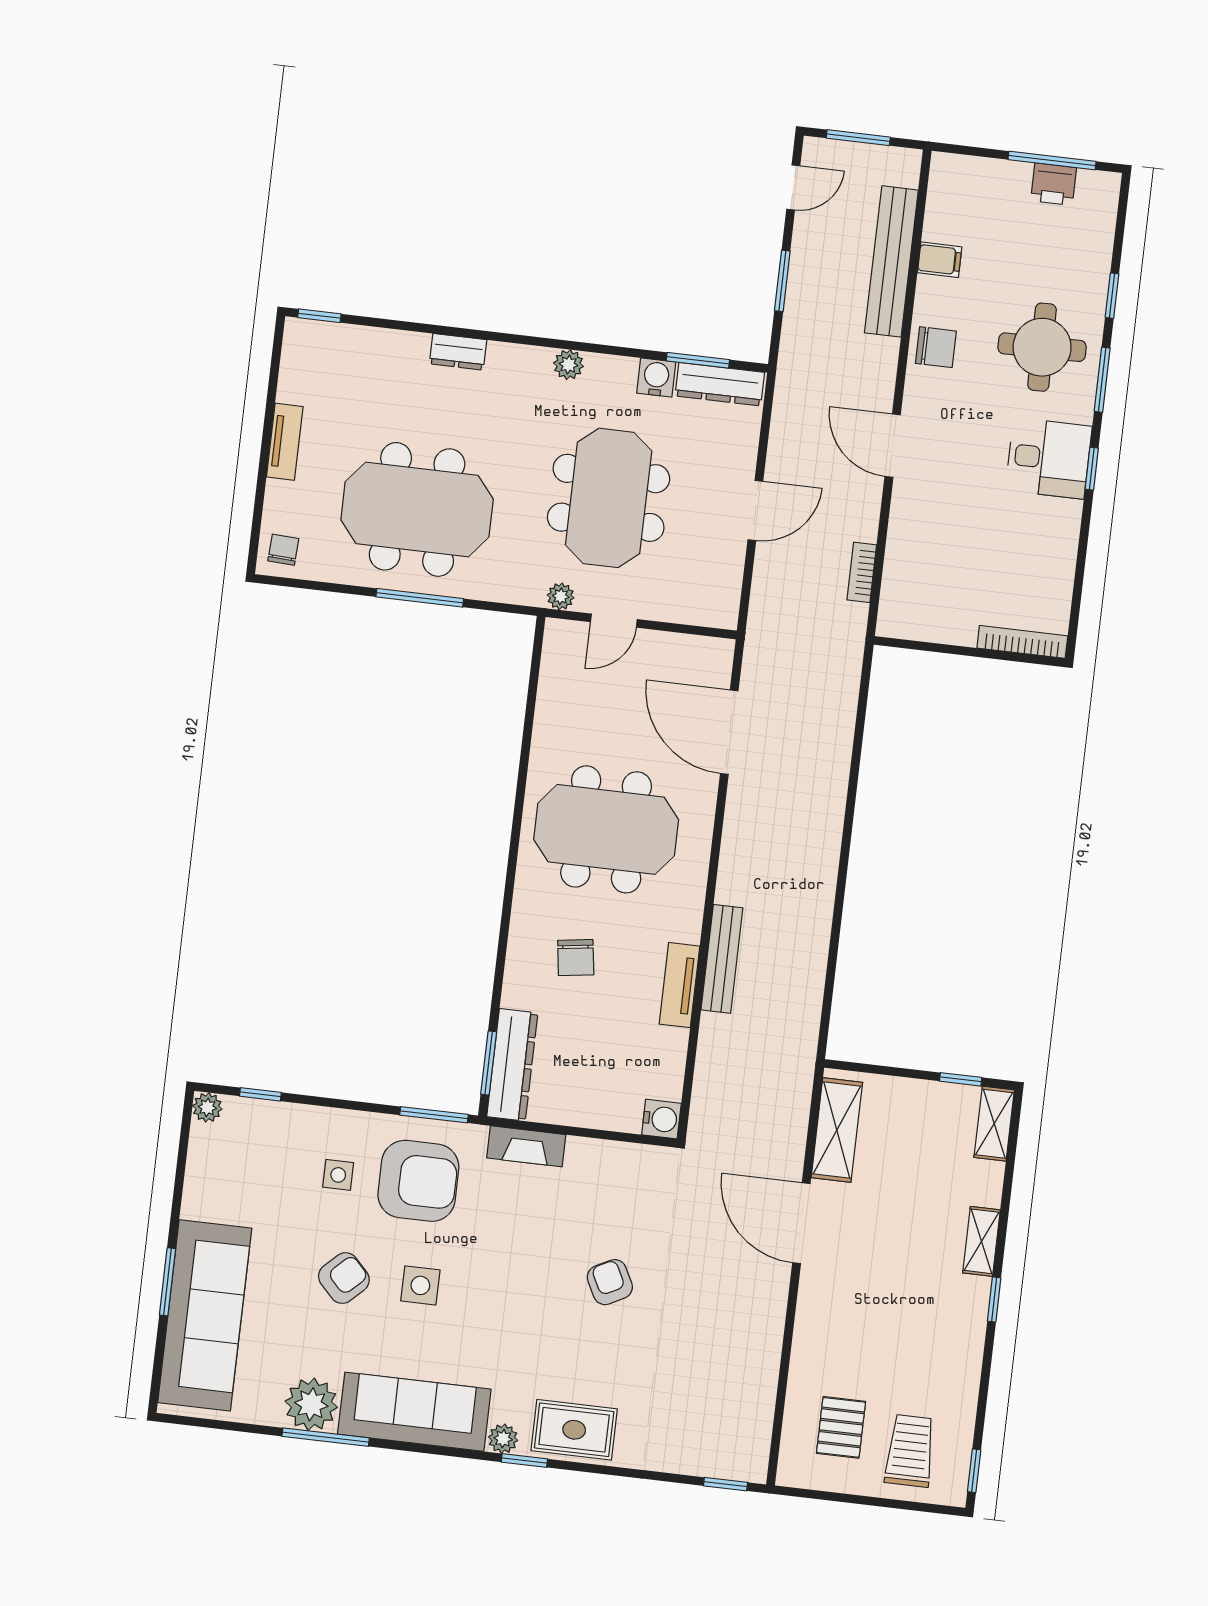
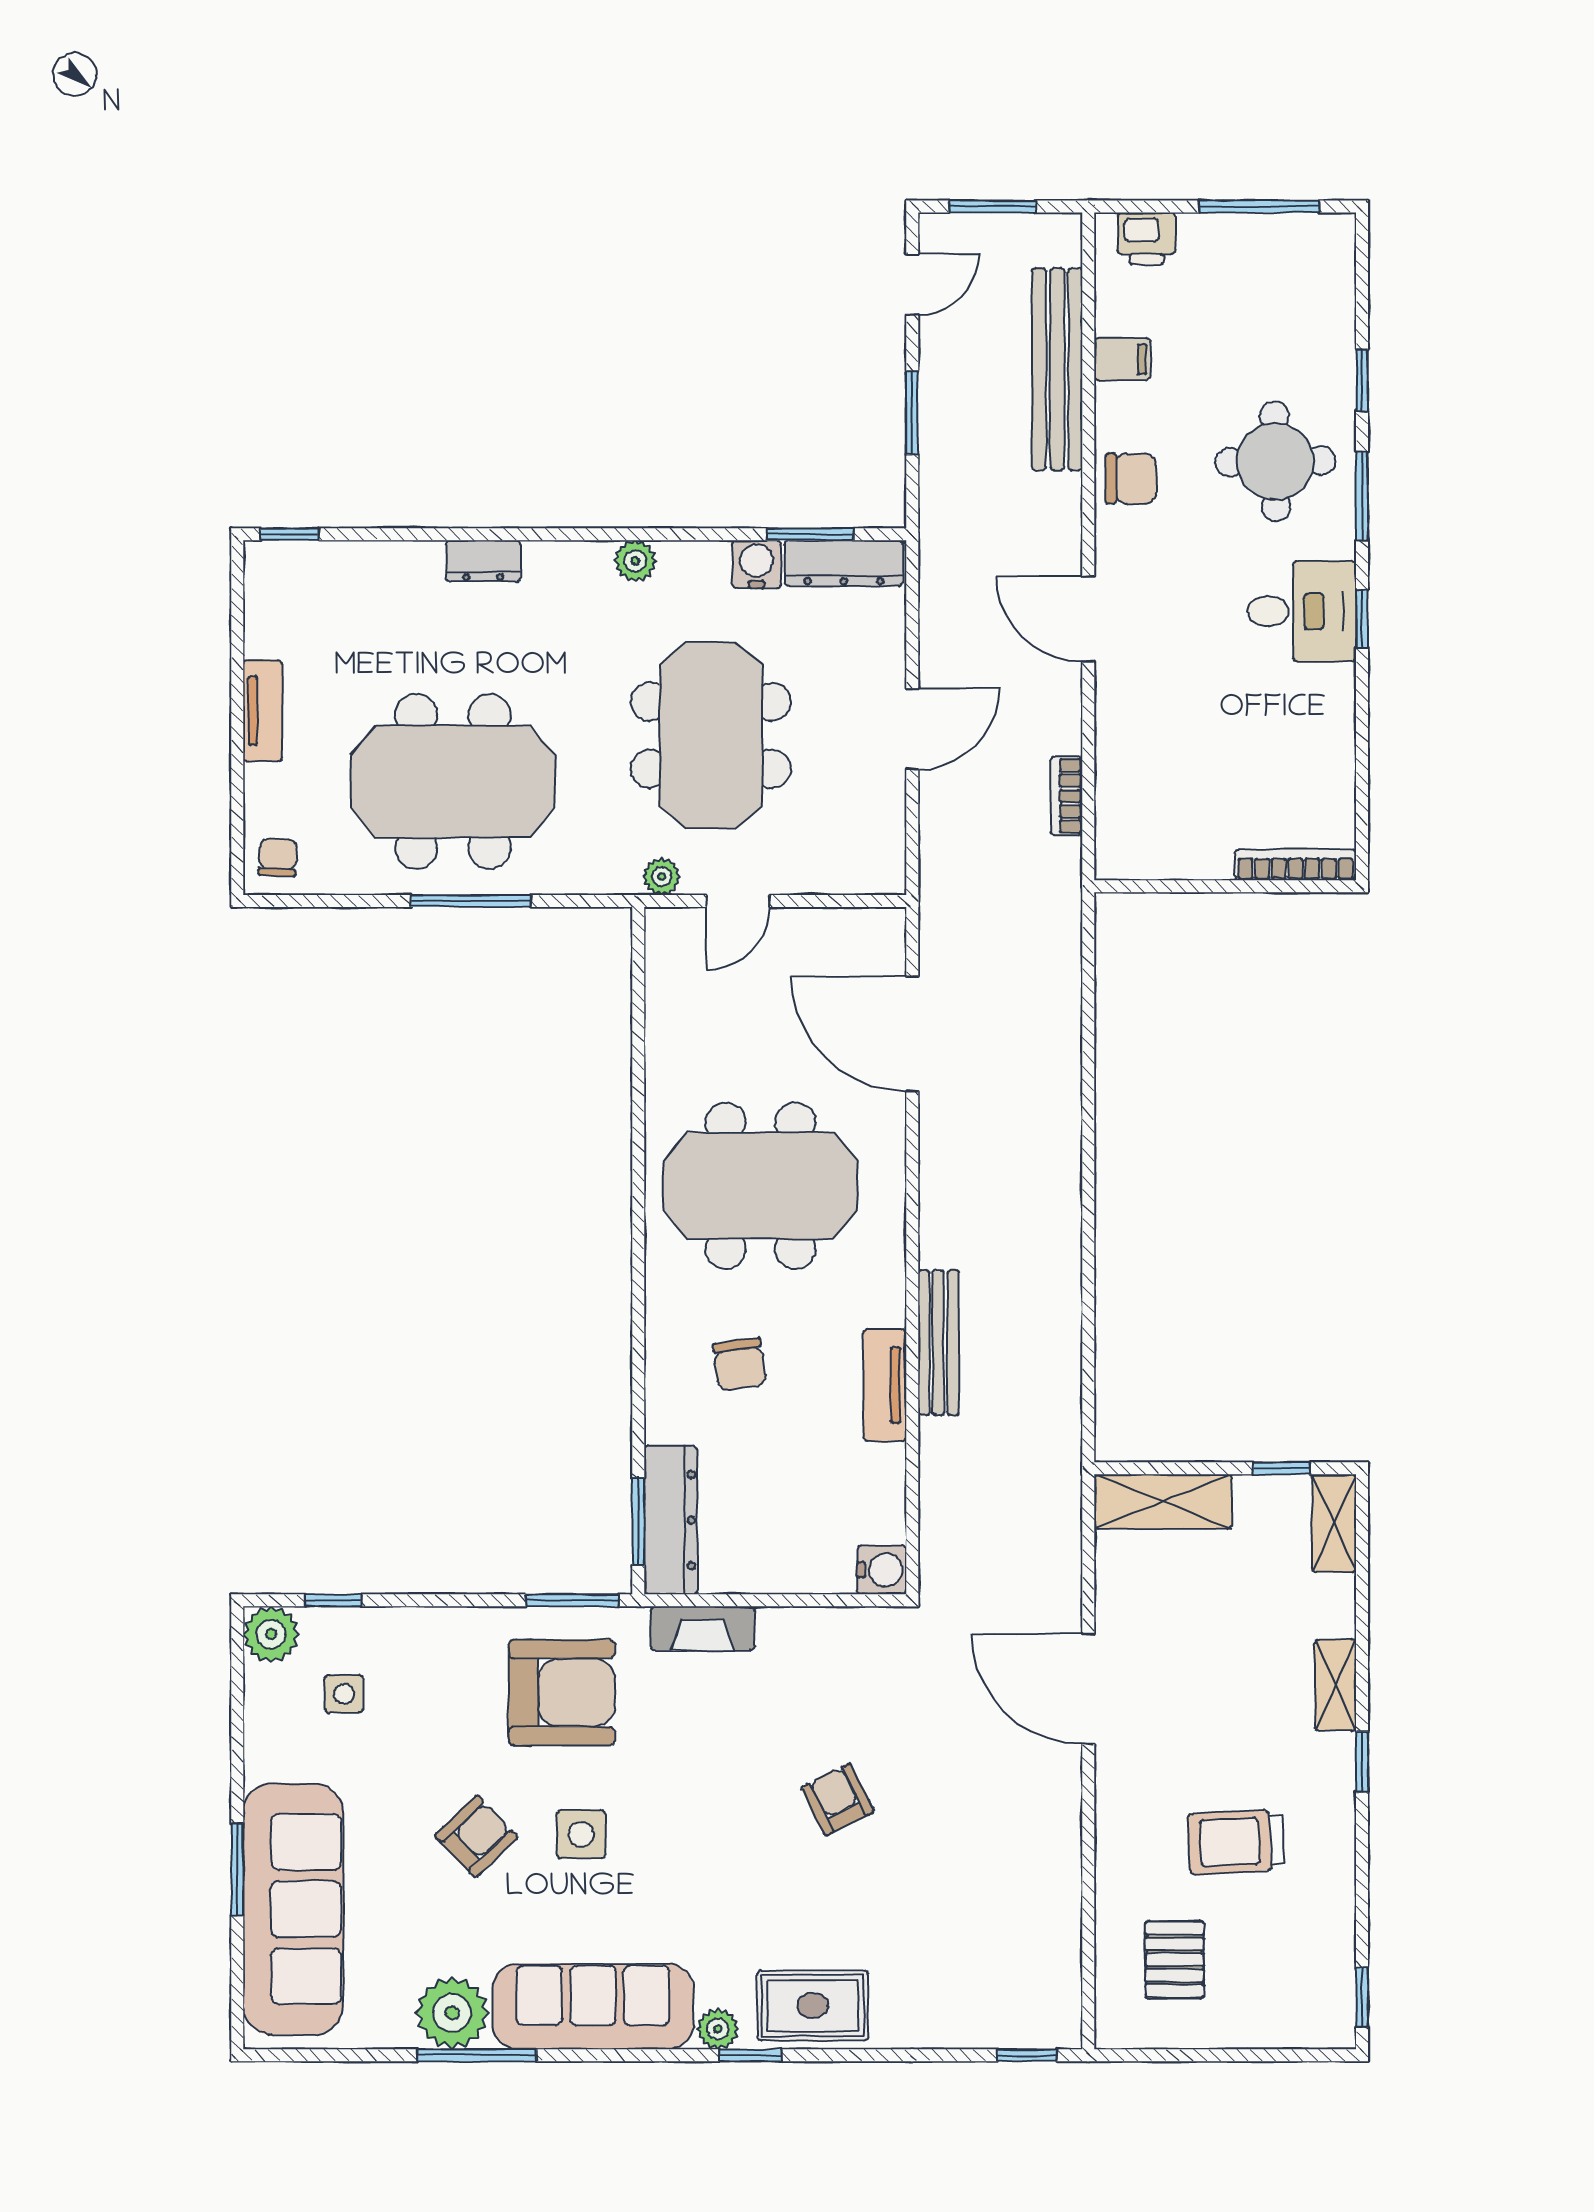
printer: (1054, 184) -> (1147, 238), moved
plant: (207, 1107) -> (271, 1634), width x1.38, depth x1.38
shelving: (837, 1130) -> (1163, 1502), moved, turned 90
side table: (338, 1175) -> (344, 1694), moved
trolley: (910, 1451) -> (1236, 1842), moved, turned -93

